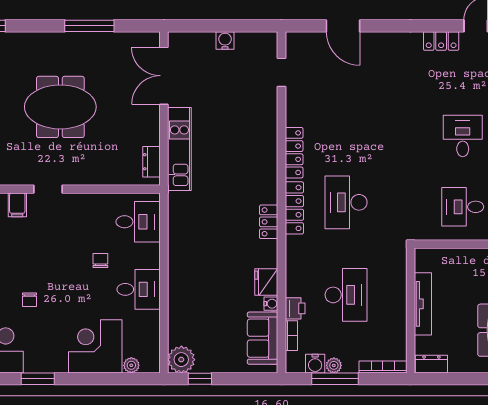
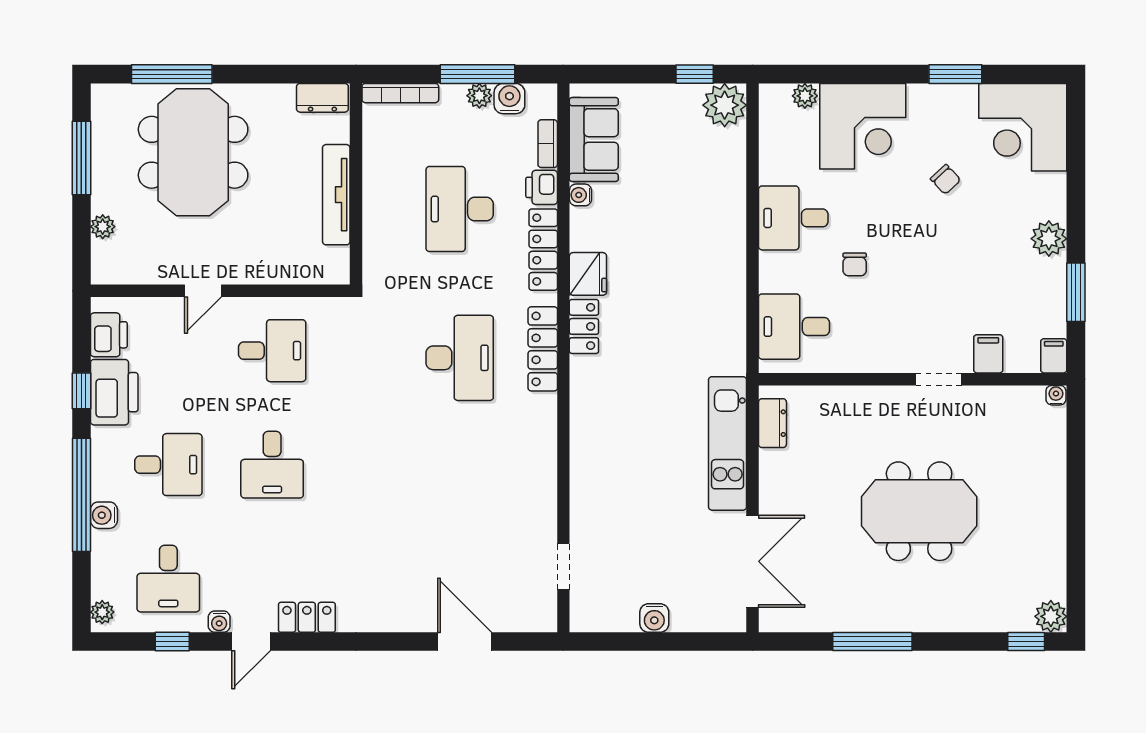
locker: (294, 153) -> (543, 250), moved
fridge: (266, 282) -> (588, 274), moved
chair: (30, 300) -> (946, 179), moved, turned 137

